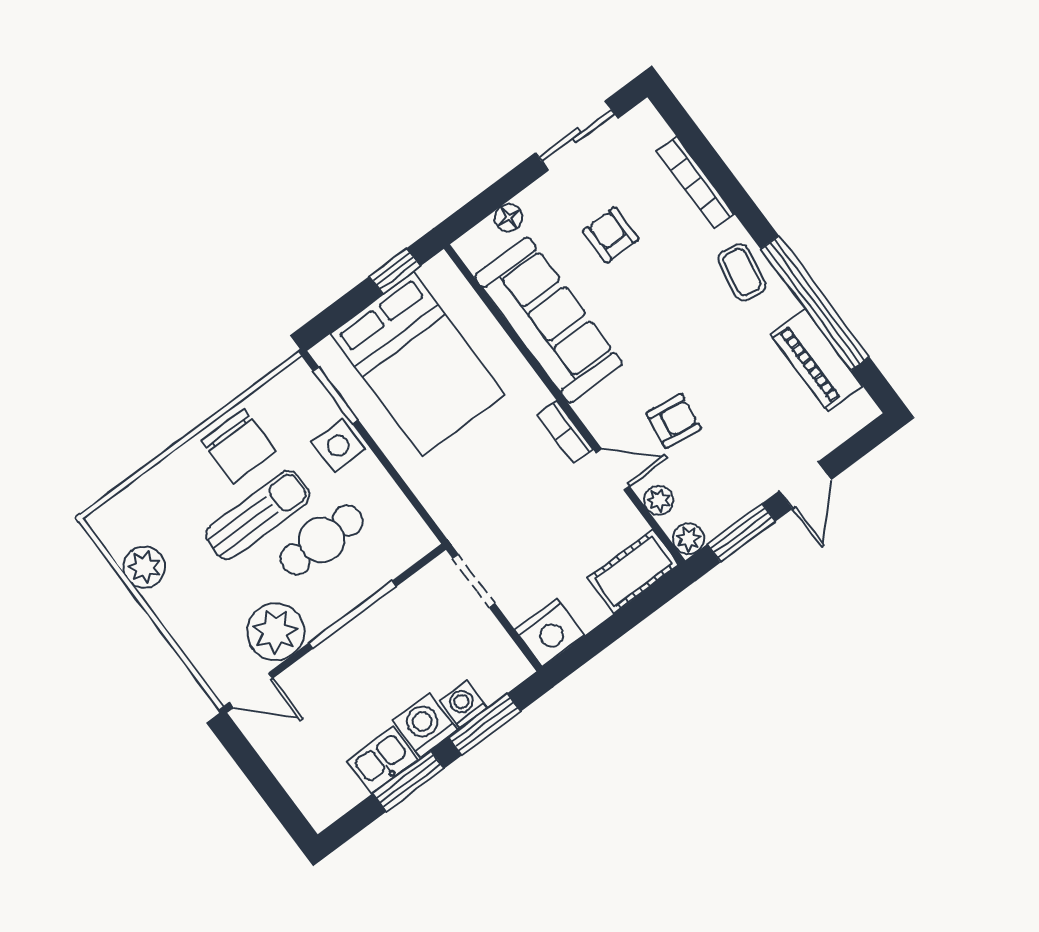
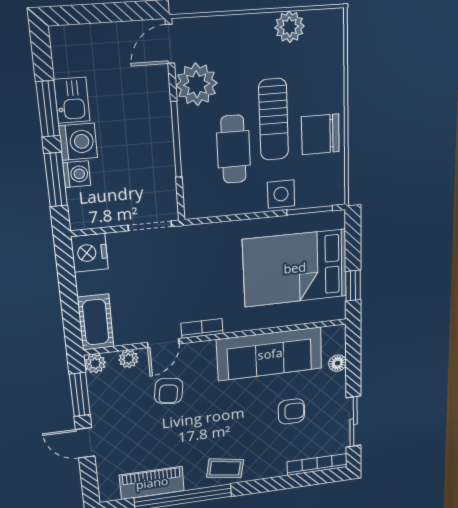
bookcase: (695, 182) -> (317, 464), moved

